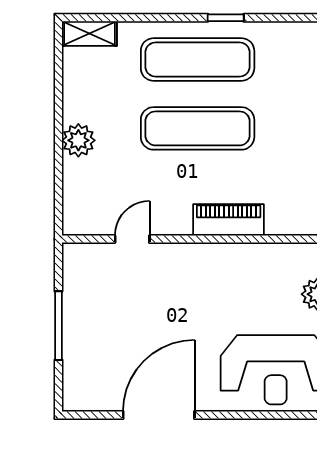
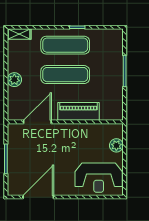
piano: (229, 220) -> (78, 111), width x1.37, depth x1.33
door: (132, 239) -> (37, 122), width x1.87
door: (159, 415) -> (38, 197), moved

